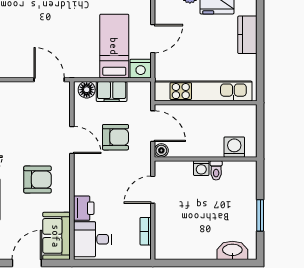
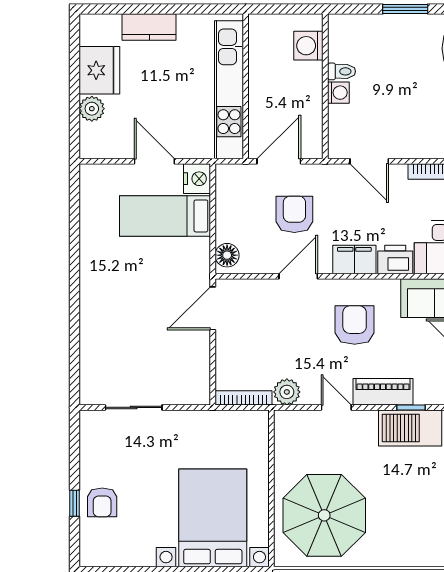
filing cabinet: (112, 91) -> (354, 259), moved, turned -90
boiler: (161, 150) -> (313, 149), removed

